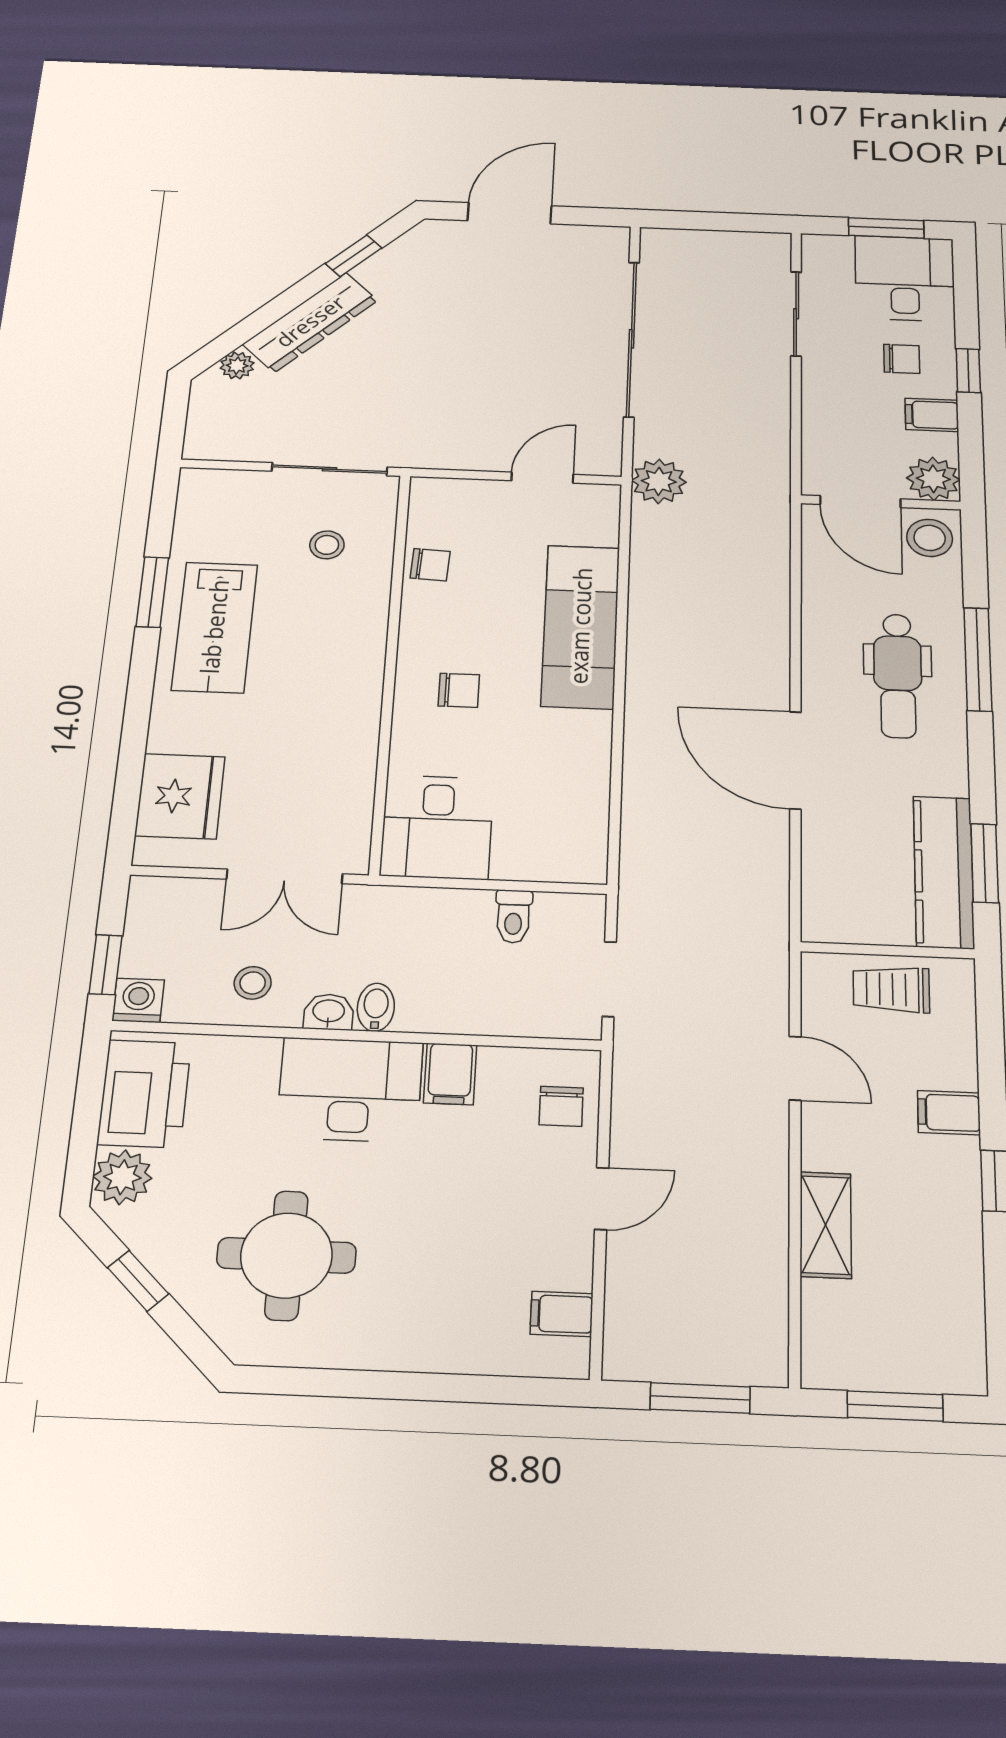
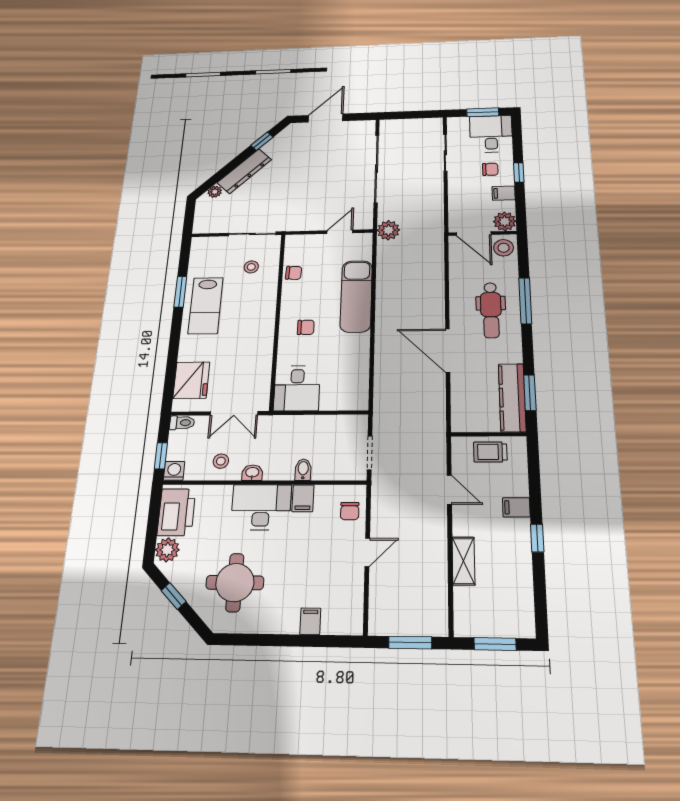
toilet: (513, 916) -> (182, 423), moved, turned -90
bidet: (376, 1007) -> (303, 470), moved
filing cabinet: (562, 1314) -> (310, 621), moved, turned 90

